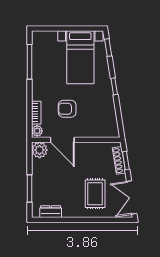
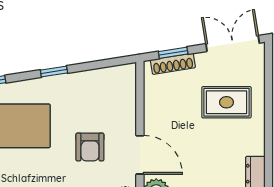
door: (62, 140) -> (140, 155), hinge flipped
double door: (132, 198) -> (233, 43), swing flipped

